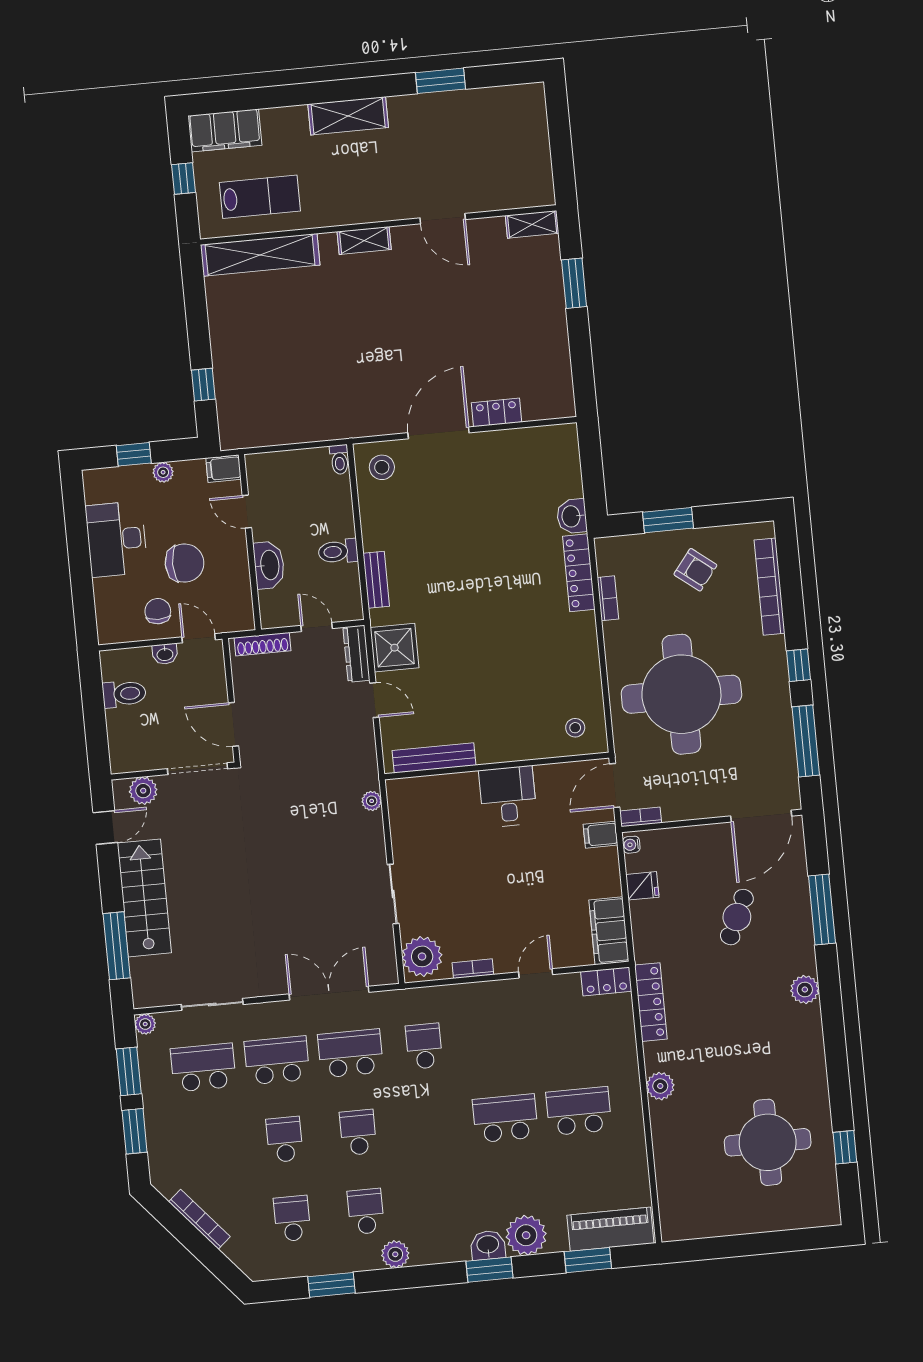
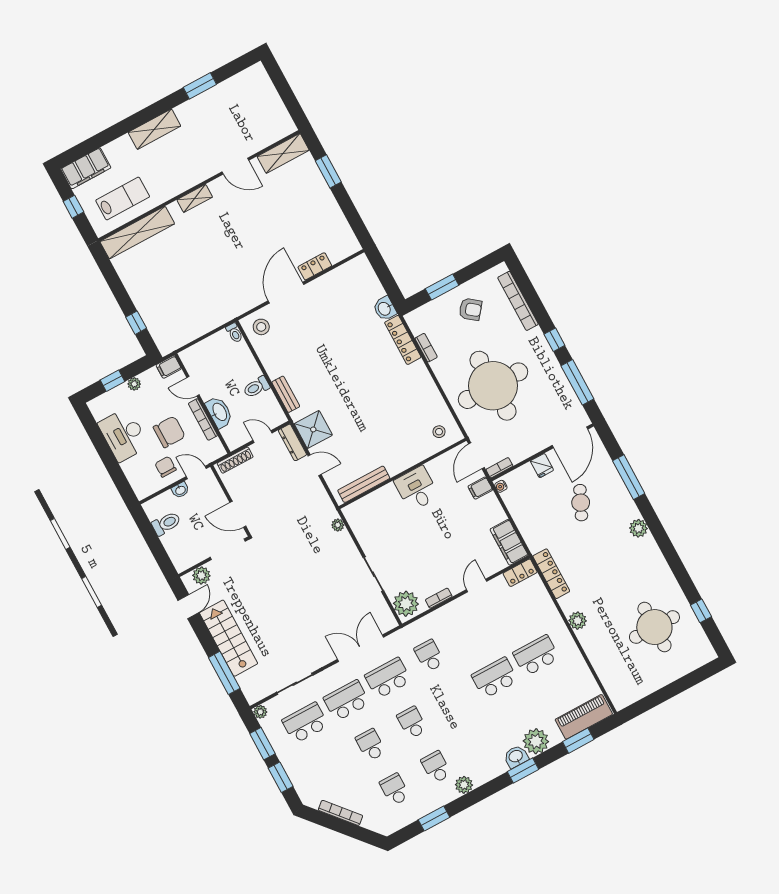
shelving: (532, 224) -> (283, 153), width x1.50, depth x1.33
bookcase: (241, 566) -> (203, 419), added
fridge: (642, 886) -> (542, 466), moved, turned 90

